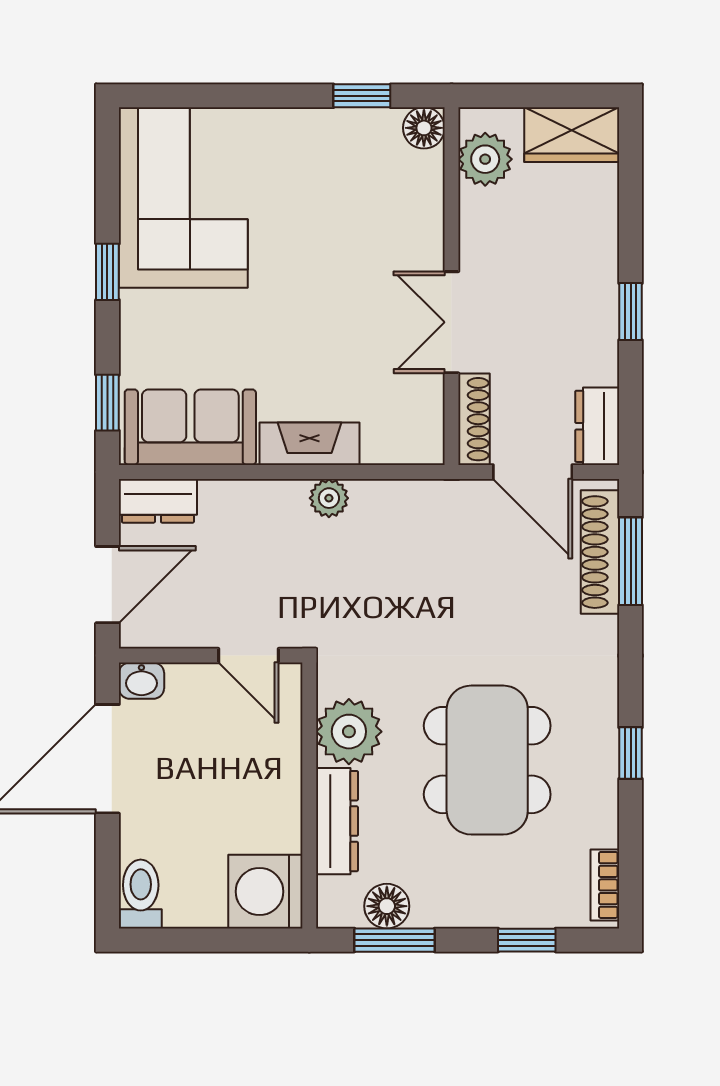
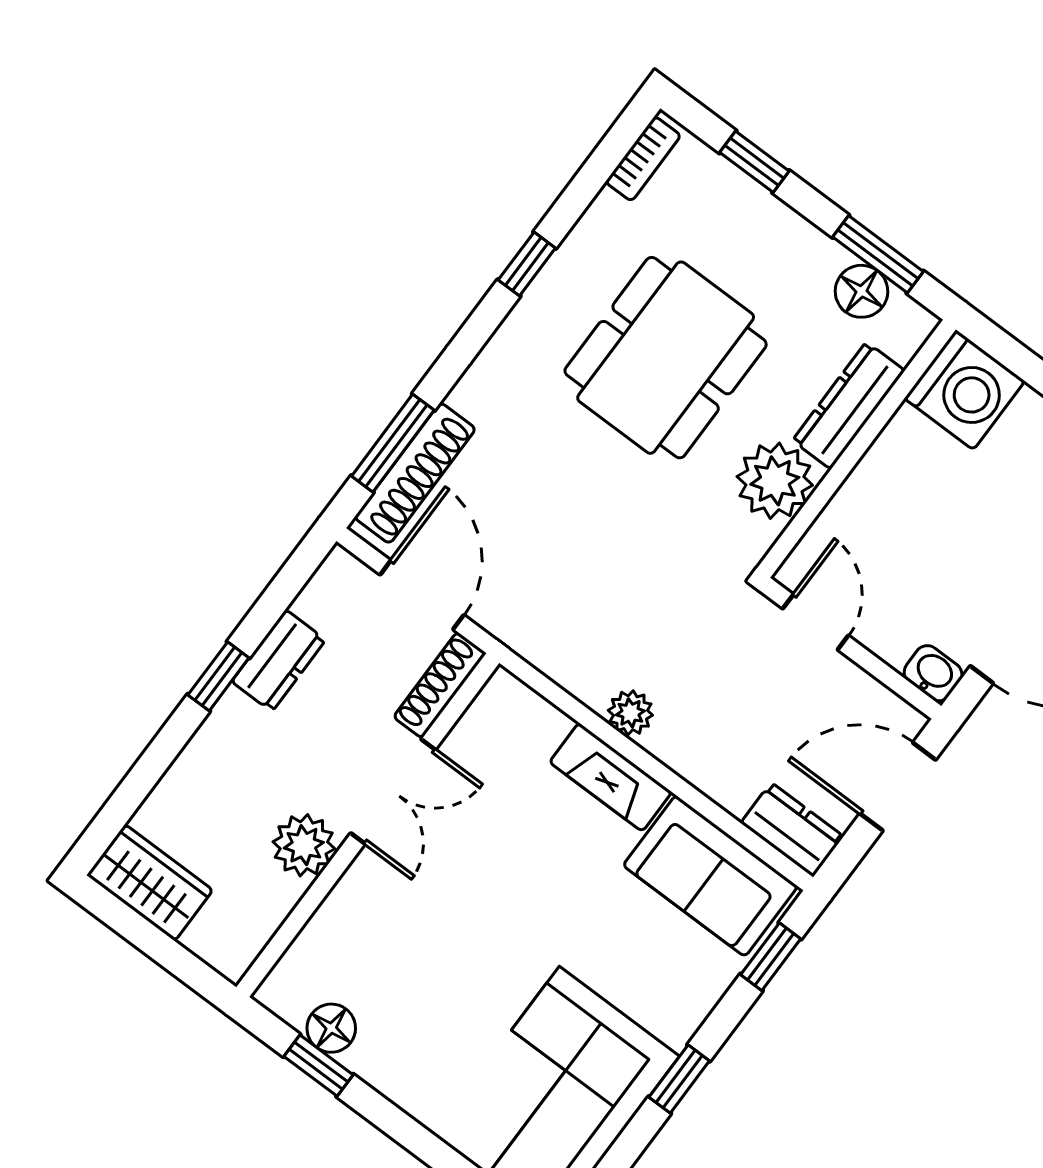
floor lamp: (424, 128) -> (331, 1028), moved
plant: (485, 159) -> (304, 845), moved
dresser: (597, 426) -> (279, 661), moved

